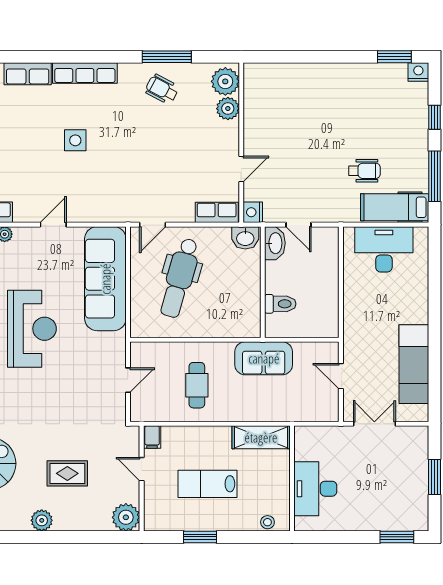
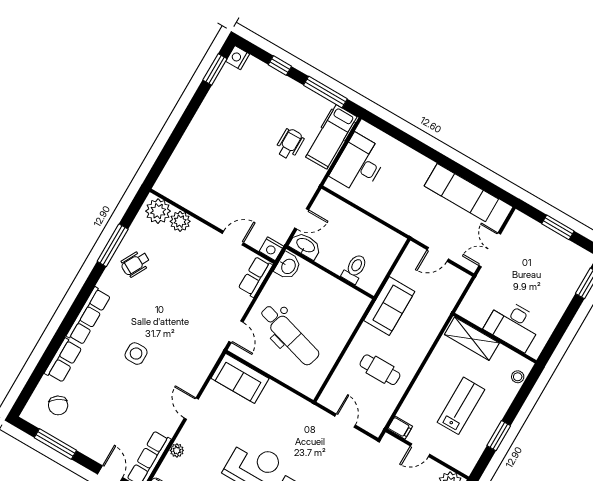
door: (241, 169) -> (233, 238), hinge flipped
sofa: (105, 279) -> (240, 378), width x0.54, depth x0.79
shelving: (261, 437) -> (472, 339), moved, turned 90
lab bench: (208, 484) -> (461, 406), turned 180

